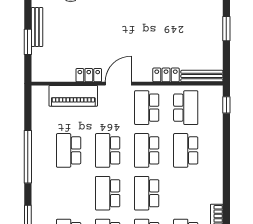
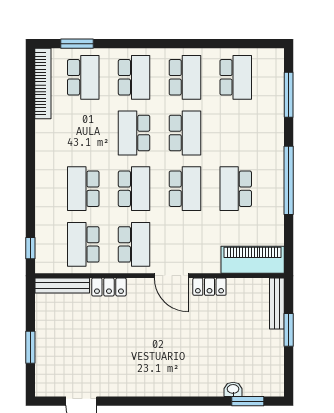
bench: (37, 27) -> (277, 304), moved
door: (118, 84) -> (171, 276), hinge flipped
piano: (73, 96) -> (253, 260), moved
school desk: (69, 150) -> (236, 189), turned 180
school desk: (186, 150) -> (83, 189), turned 180
school desk: (147, 193) -> (134, 133), turned 180

